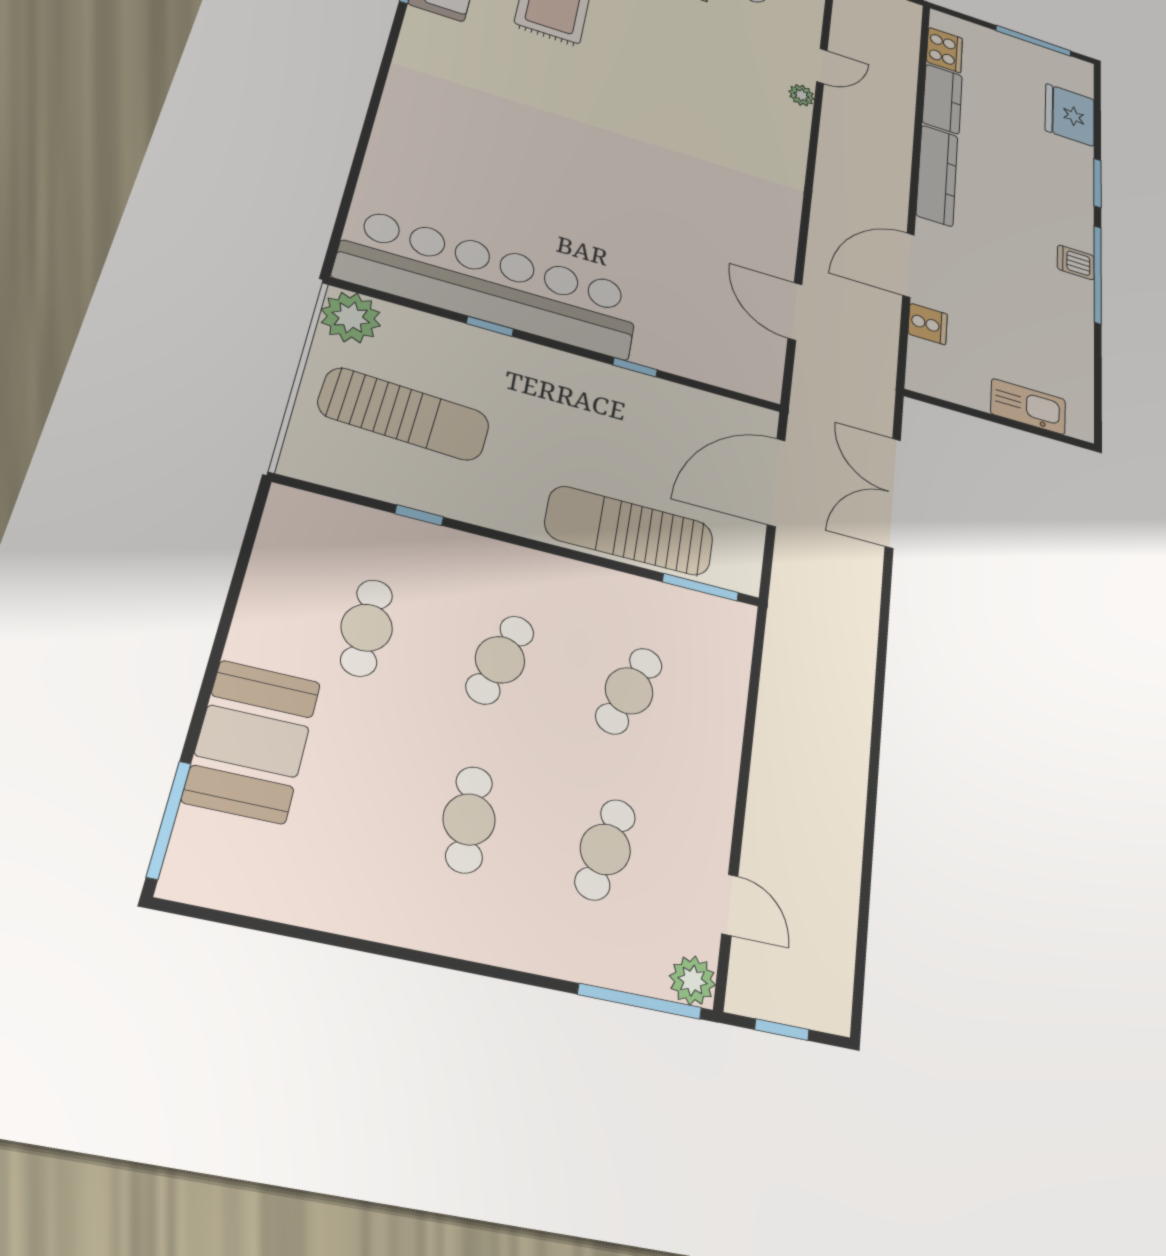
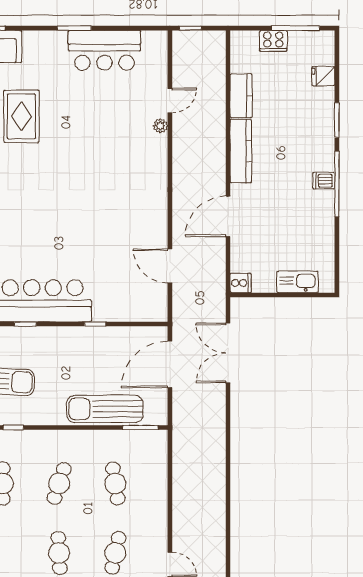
cooker: (944, 50) -> (273, 41), moved, turned 90
fridge: (1070, 115) -> (323, 76), width x0.53, depth x0.75
cooker: (928, 324) -> (240, 283), moved
cafe table: (629, 691) -> (115, 484), turned -30

